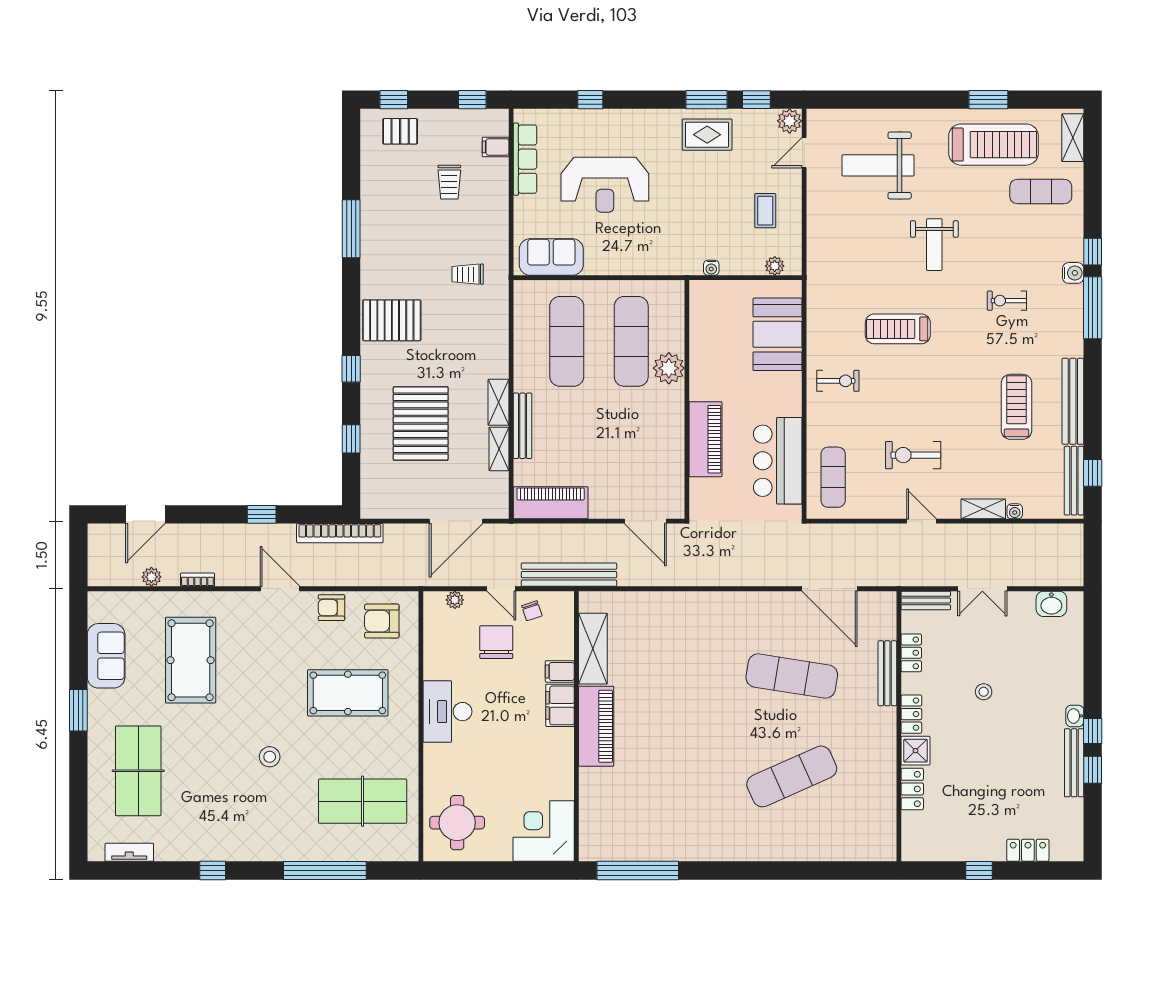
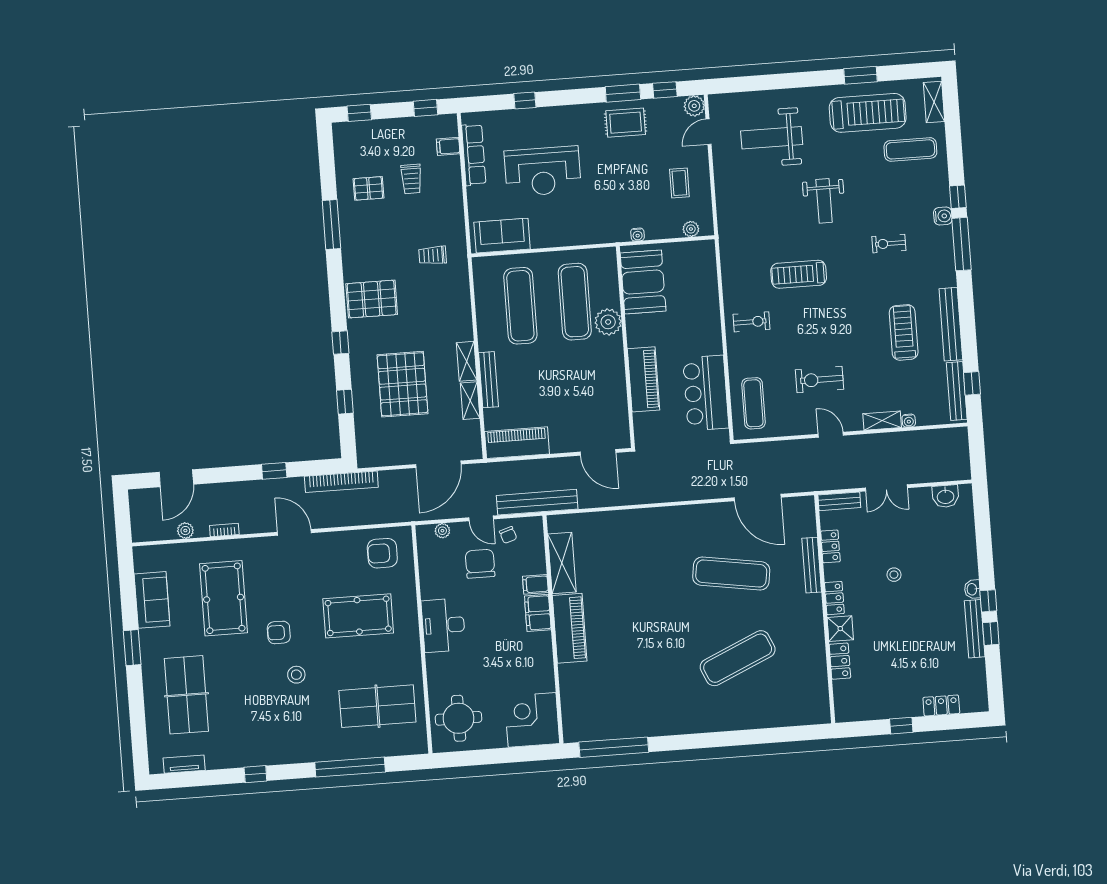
pallet: (400, 131) -> (368, 188), moved
booth: (777, 334) -> (643, 282), moved
armchair: (331, 608) -> (279, 632), moved

